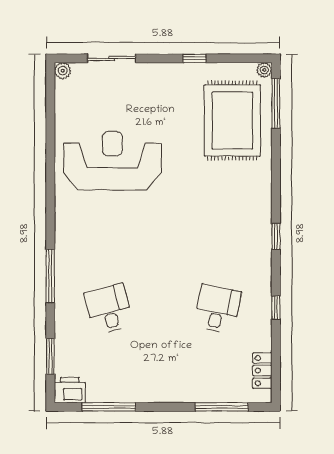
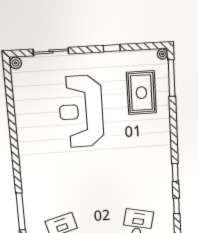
rug: (232, 120) -> (141, 93), width x0.73, depth x0.69
reception desk: (112, 161) -> (81, 111), moved, turned -90
window: (276, 308) -> (176, 206), moved

